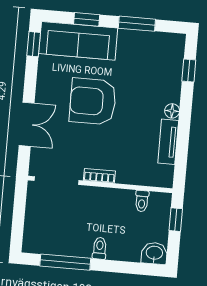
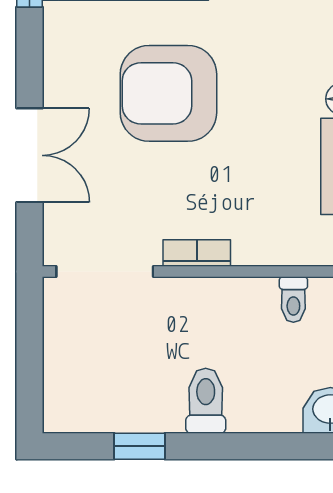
toilet: (100, 248) -> (206, 401), width x1.37, depth x1.39
window: (65, 262) -> (139, 446), width x0.46

